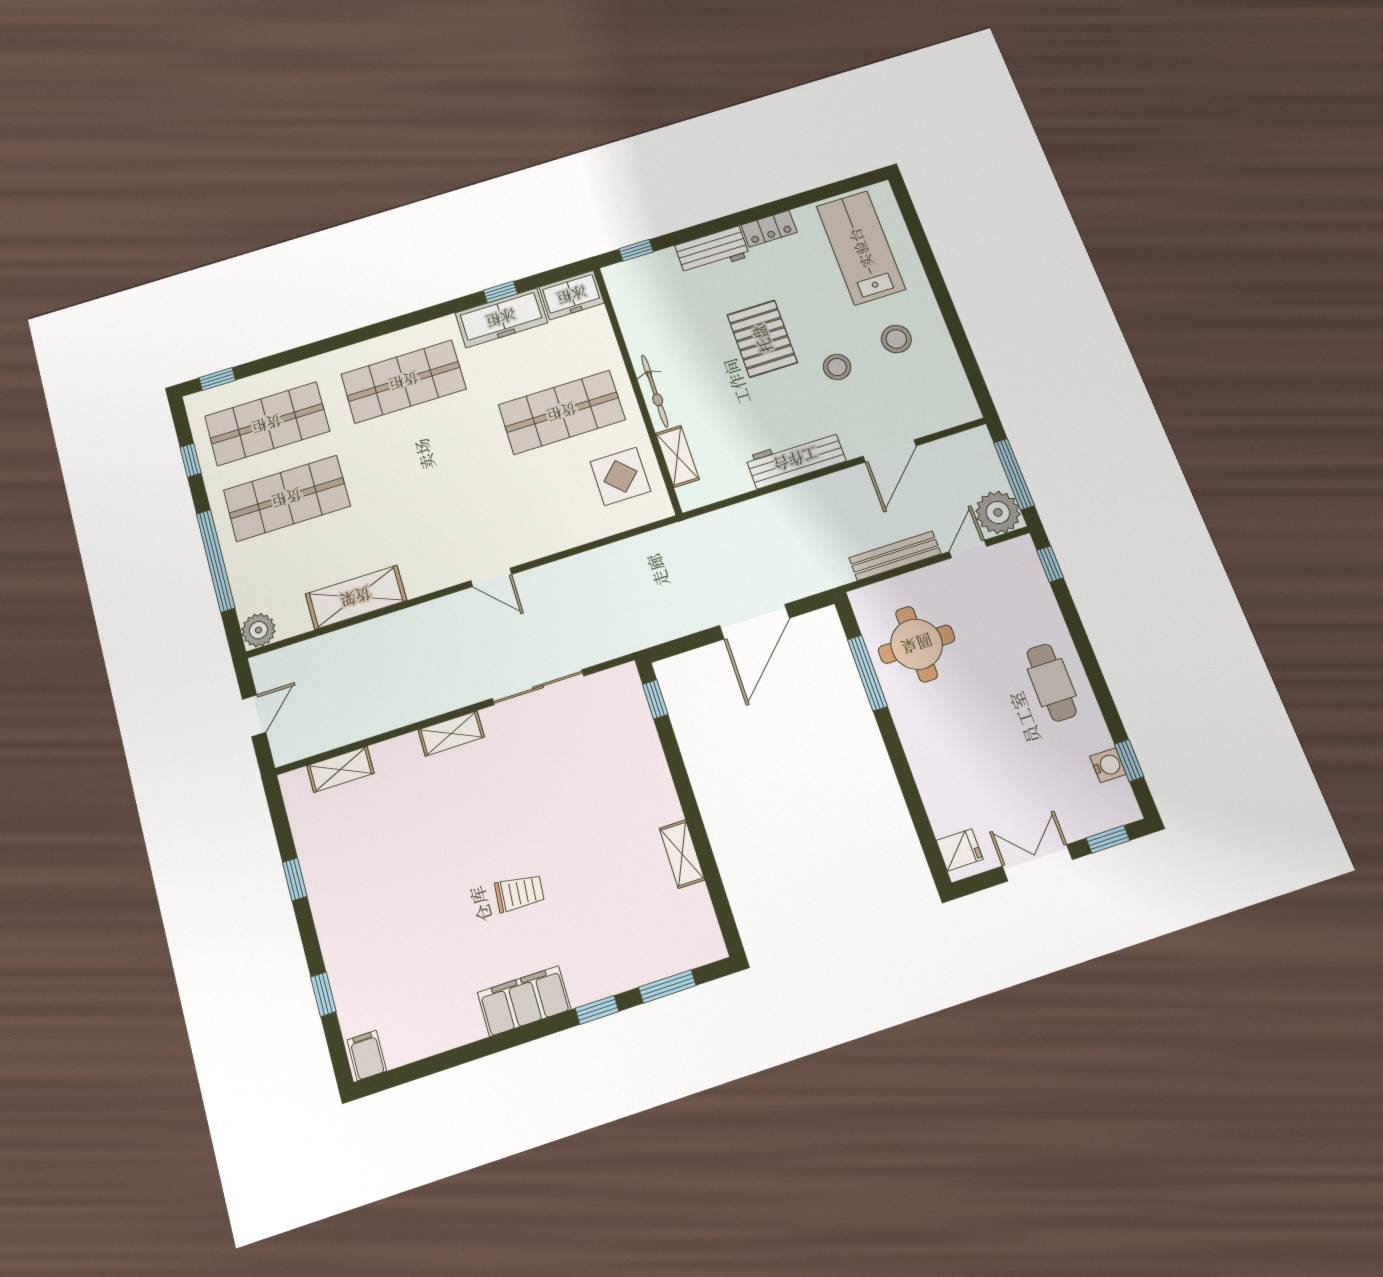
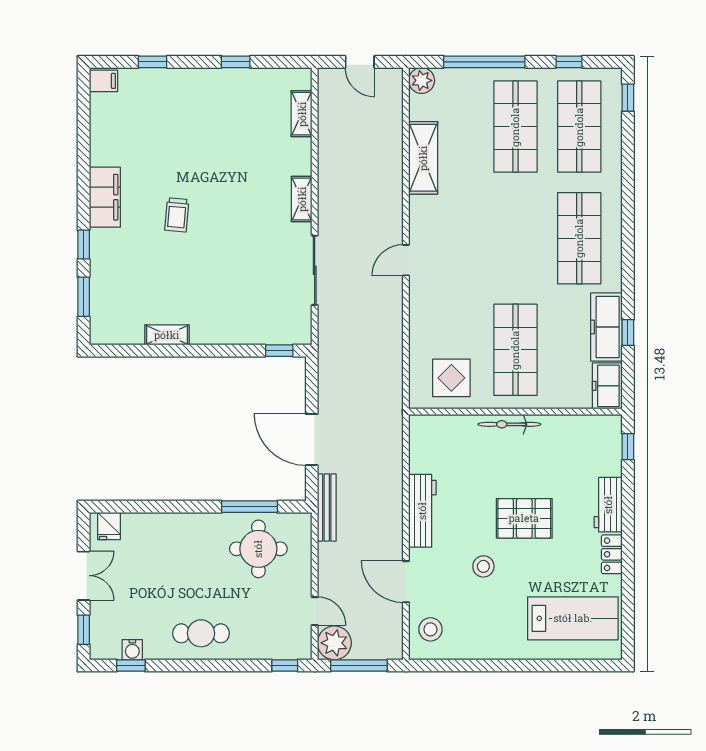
stool: (896, 339) -> (430, 629), moved
shelving: (677, 456) -> (453, 425), removed
bench: (895, 556) -> (327, 507), moved

